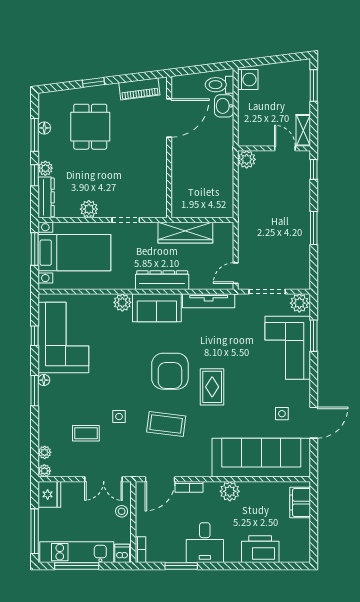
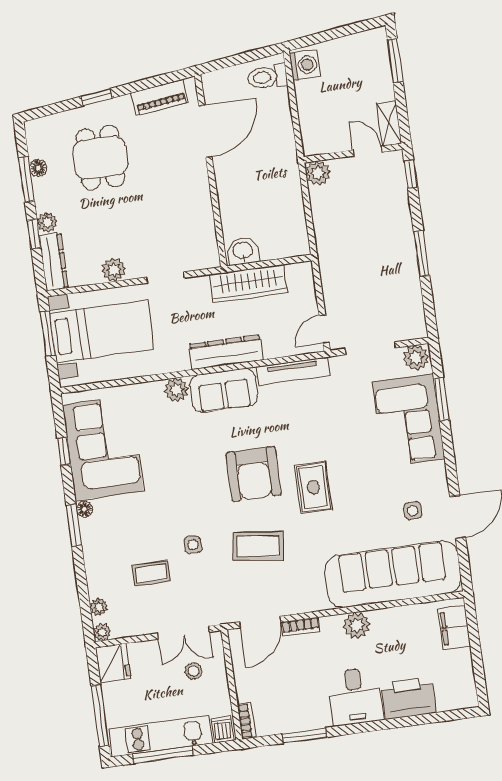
washbasin: (224, 106) -> (243, 251), moved, turned 90
stool: (122, 511) -> (194, 671), moved
desk: (205, 543) -> (355, 696), moved

